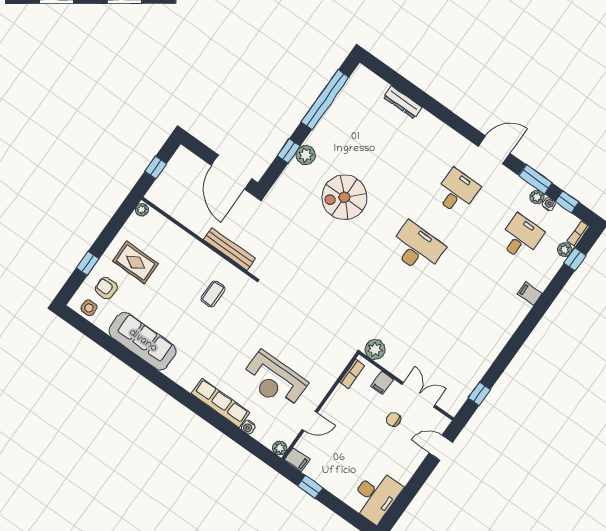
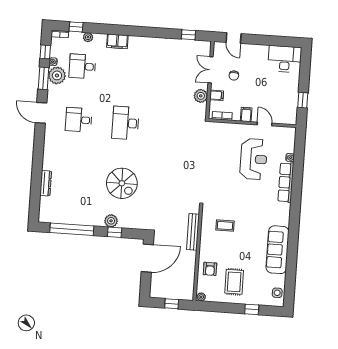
plant: (537, 197) -> (57, 75), width x1.87, depth x1.87
plant: (565, 250) -> (88, 37), moved
armchair: (106, 288) -> (210, 269), moved
filing cabinet: (530, 294) -> (117, 41), width x2.00
plant: (375, 349) -> (201, 96), moved
plant: (280, 448) -> (291, 132), removed
filing cabinet: (297, 460) -> (246, 114), moved

